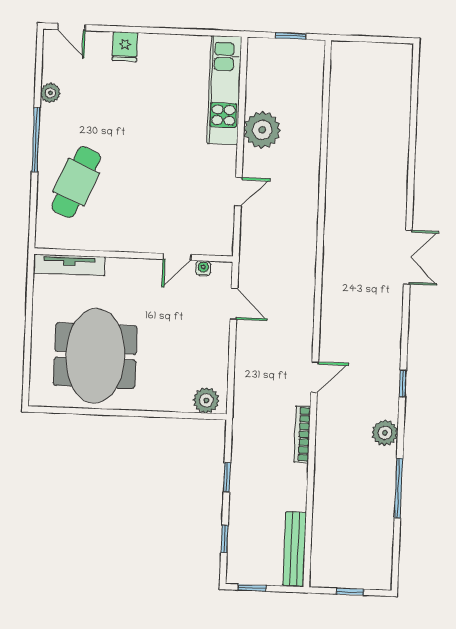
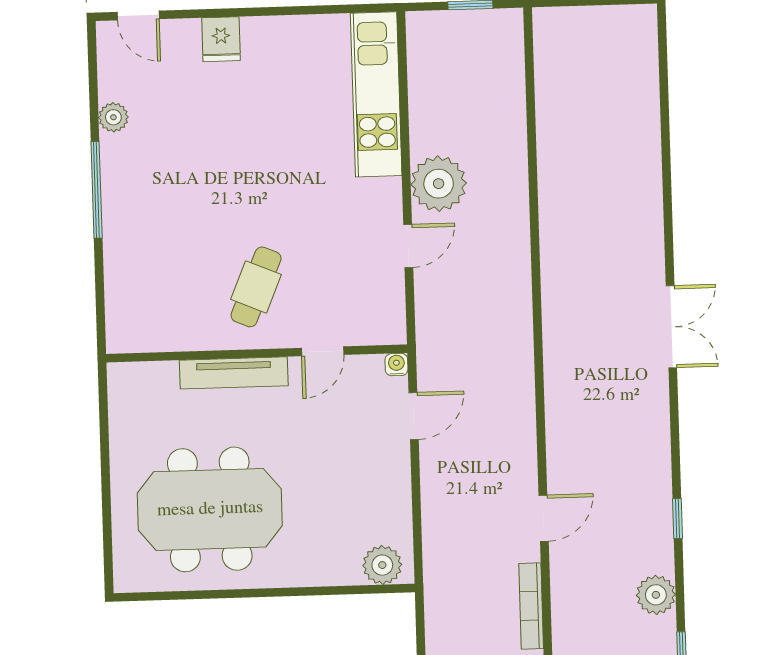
plant: (262, 130) -> (439, 184), moved
cafe table: (76, 182) -> (256, 287), moved, width x0.73, depth x0.74
tv unit: (69, 265) -> (234, 373), moved
water cooler: (203, 268) -> (396, 365), moved
door: (234, 304) -> (414, 416), hinge flipped
meeting table: (95, 356) -> (210, 509), turned 90

